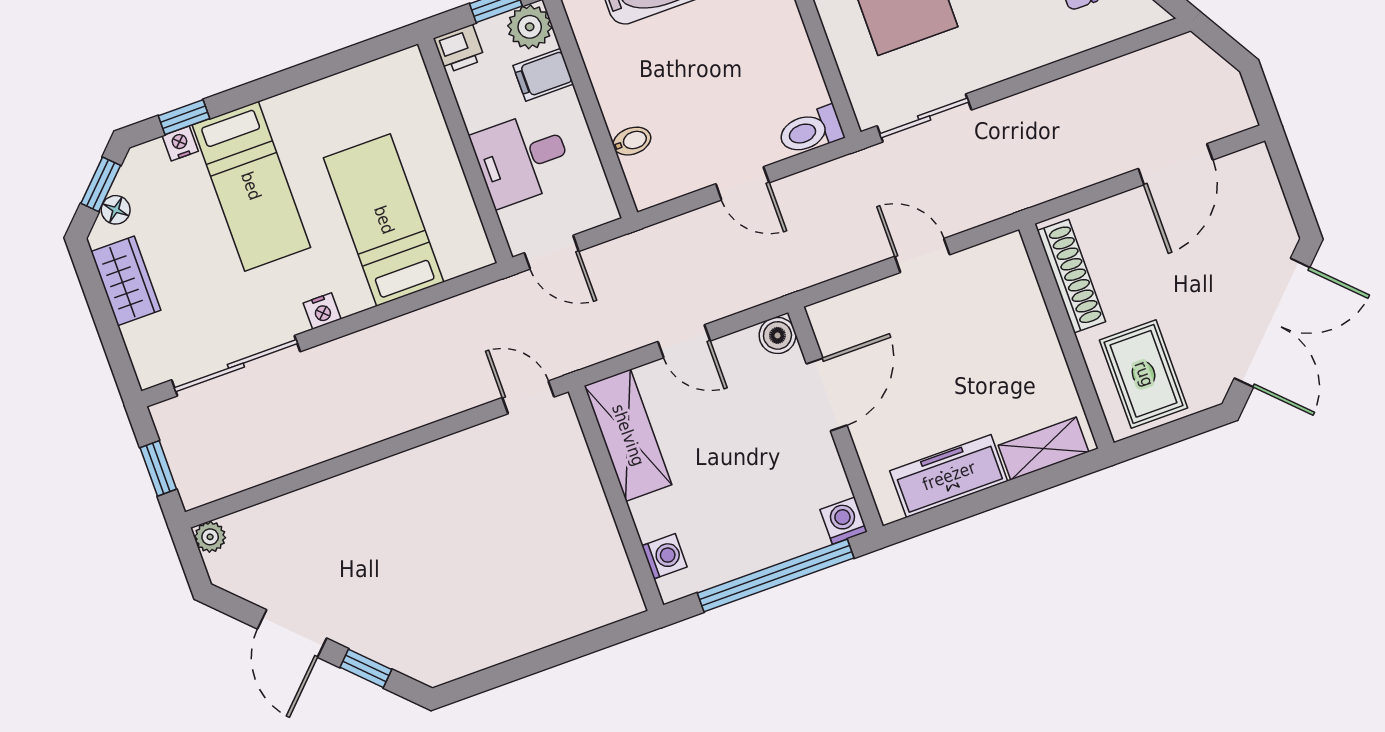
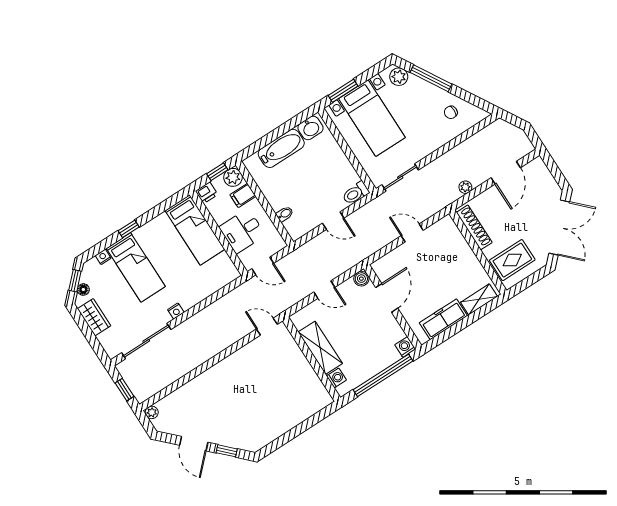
window: (184, 117) -> (129, 229), moved
plant: (1073, 176) -> (465, 187), added
bed: (384, 220) -> (195, 230), moved, turned 180
rug: (1144, 374) -> (512, 260), turned 90
shelving: (628, 435) -> (320, 348), moved

